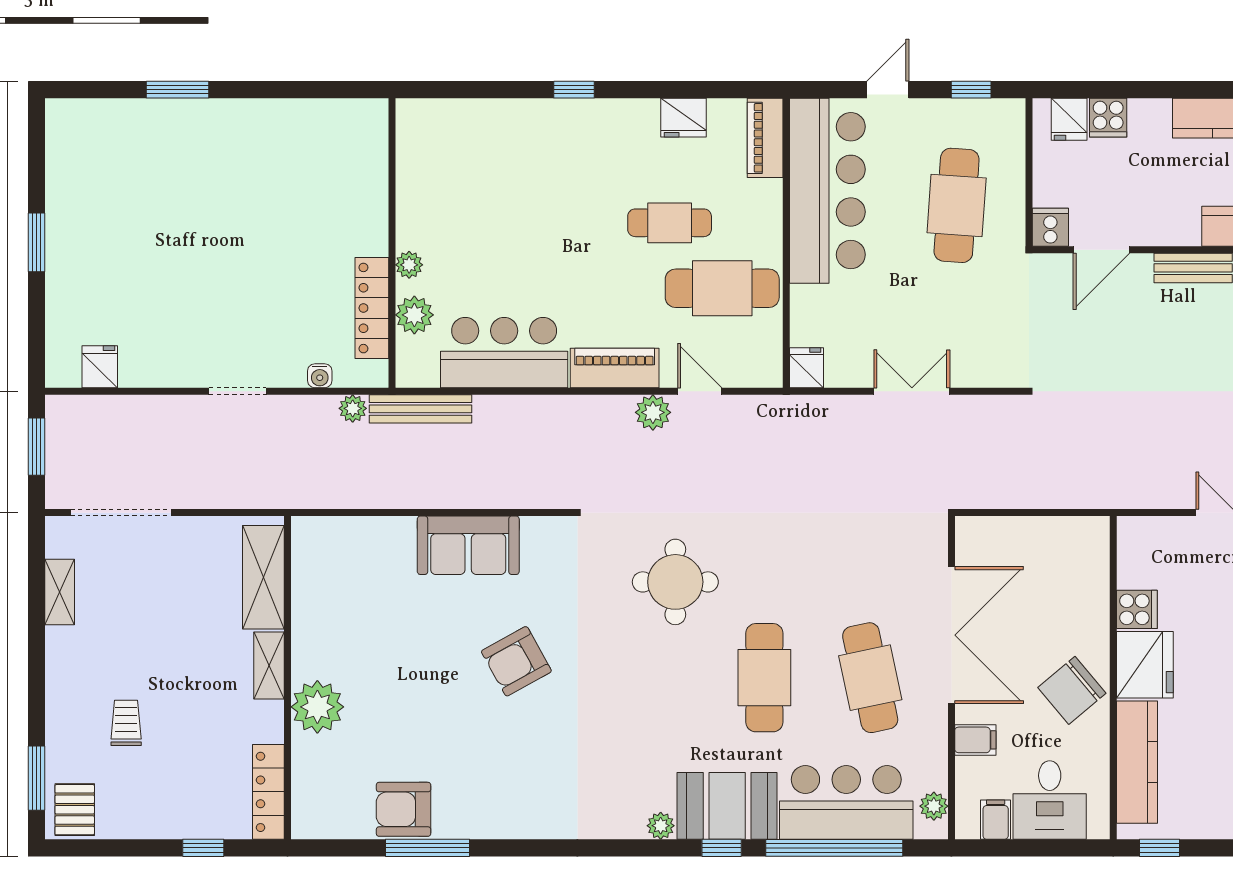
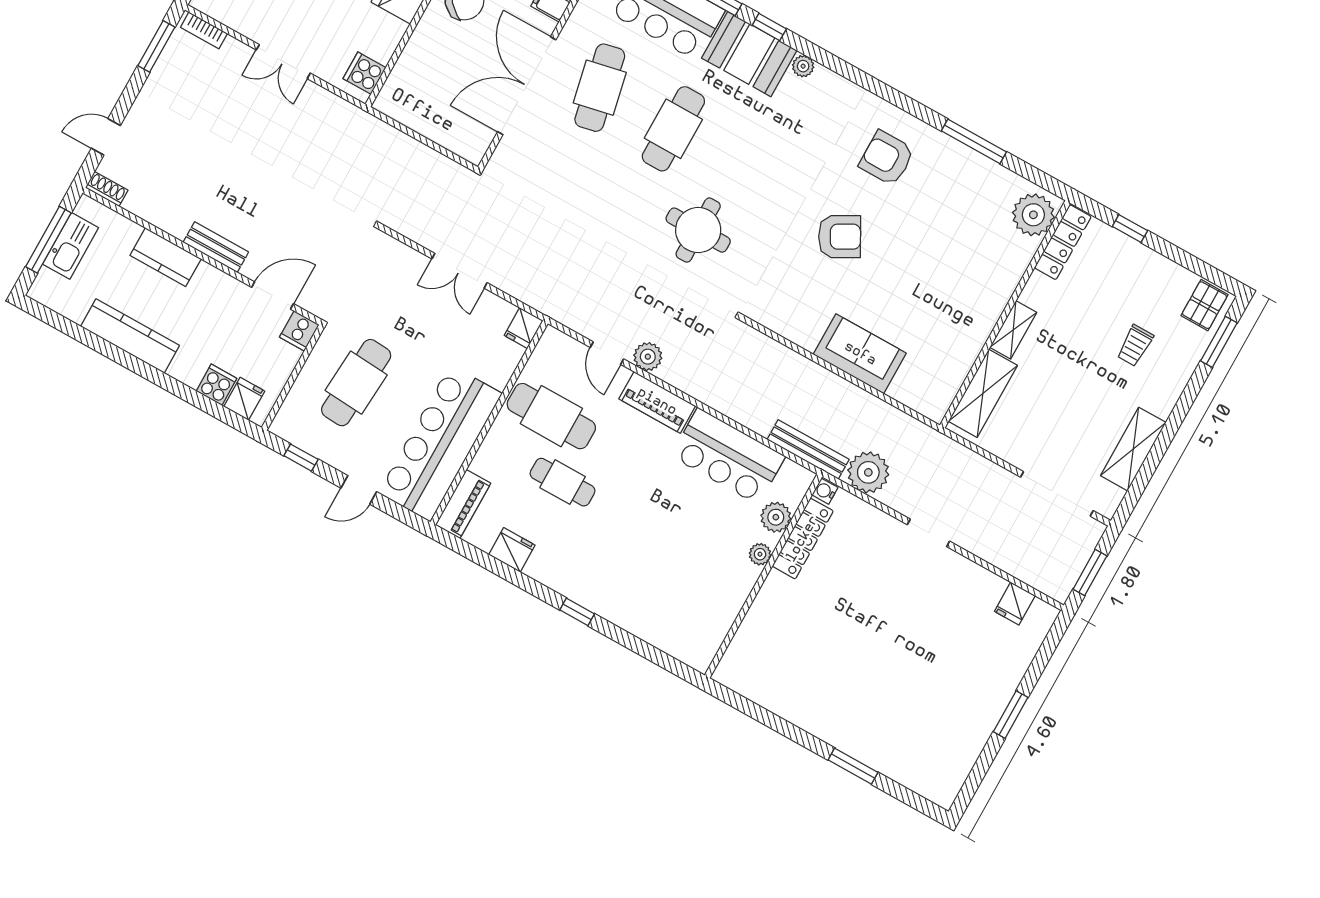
water cooler: (320, 376) -> (825, 491), moved, turned -90
plant: (353, 408) -> (868, 472), width x1.87, depth x1.87
sofa: (468, 545) -> (860, 354), moved
shelving: (60, 592) -> (1133, 449), width x1.50, depth x1.33
cooker: (1137, 609) -> (364, 73), moved
plant: (317, 707) -> (1033, 215), moved
armchair: (404, 809) -> (887, 158), moved, turned 180

